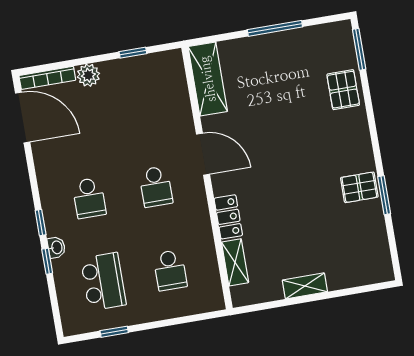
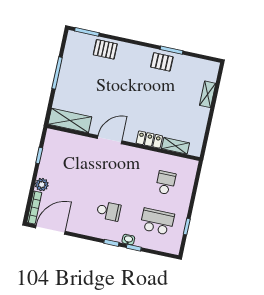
school desk: (156, 187) -> (117, 172), removed
pallet: (359, 187) -> (162, 62), turned 90
school desk: (170, 270) -> (166, 183), turned -90
shelving: (305, 286) -> (208, 94), moved

